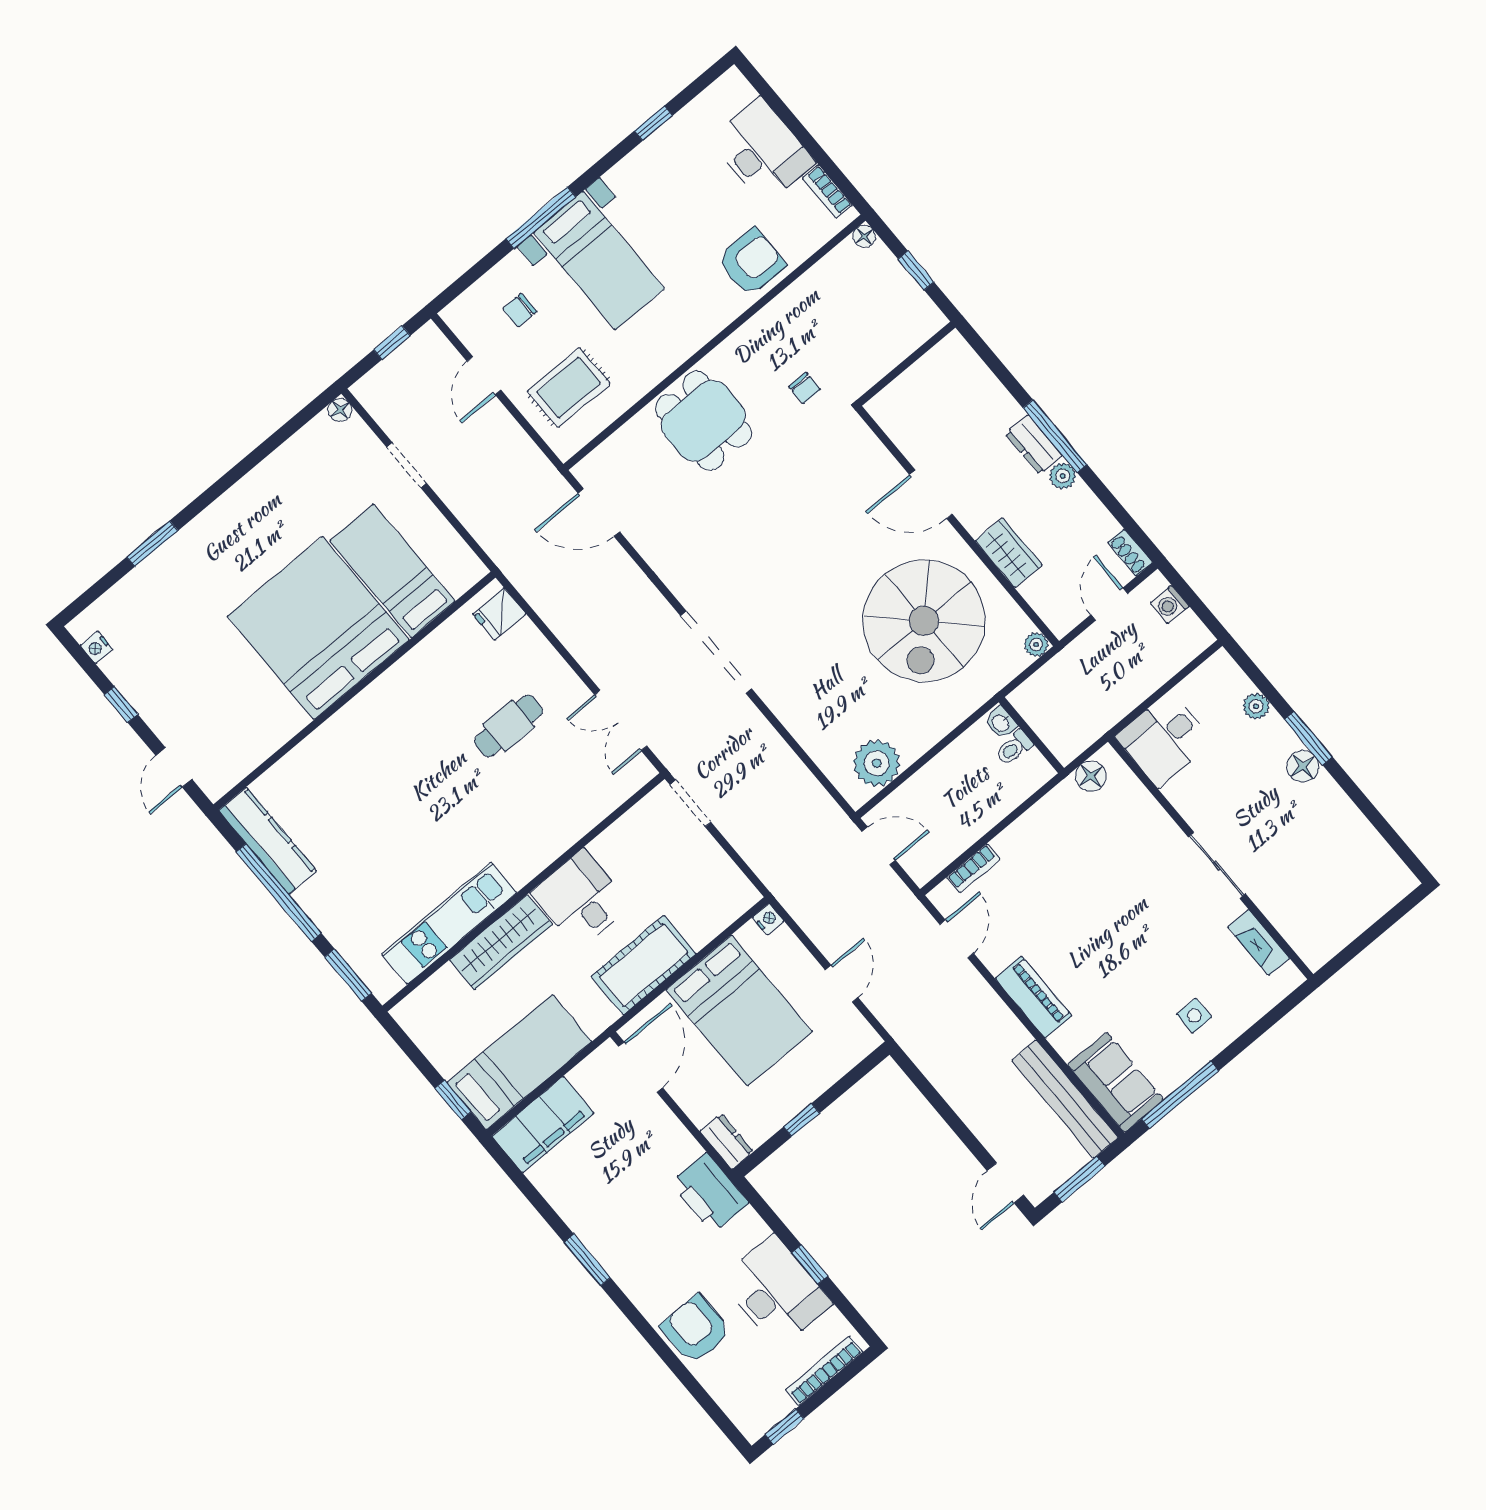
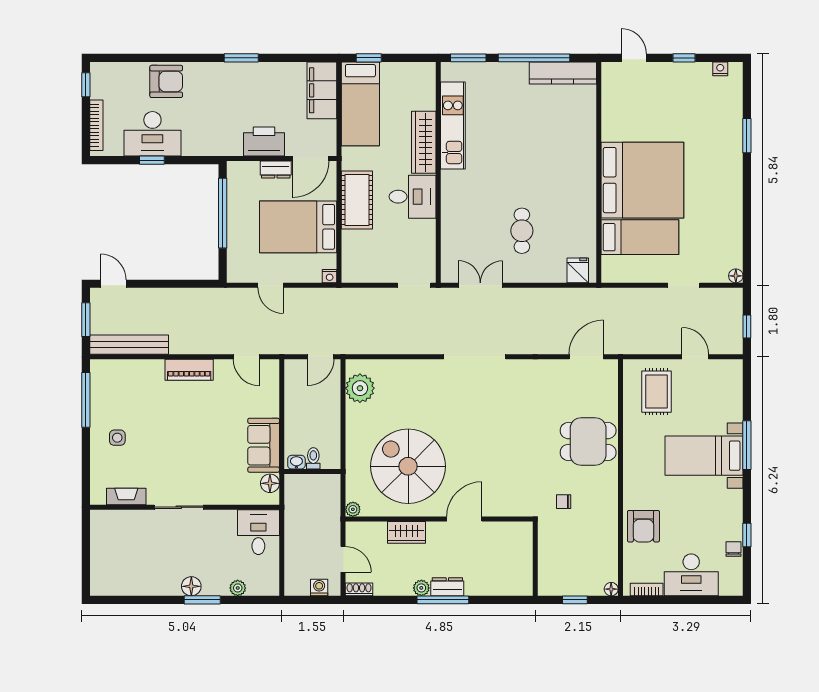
chair: (520, 310) -> (734, 549), moved
washbasin: (1001, 723) -> (296, 462), moved
bookcase: (973, 868) -> (273, 392), removed
door: (641, 1067) -> (310, 159), hinge flipped
sofa: (1116, 1082) -> (264, 445), moved, turned 90
window: (802, 1120) -> (223, 213), width x3.17
dresser: (727, 1142) -> (276, 170), moved
printer: (710, 1193) -> (264, 141), moved

